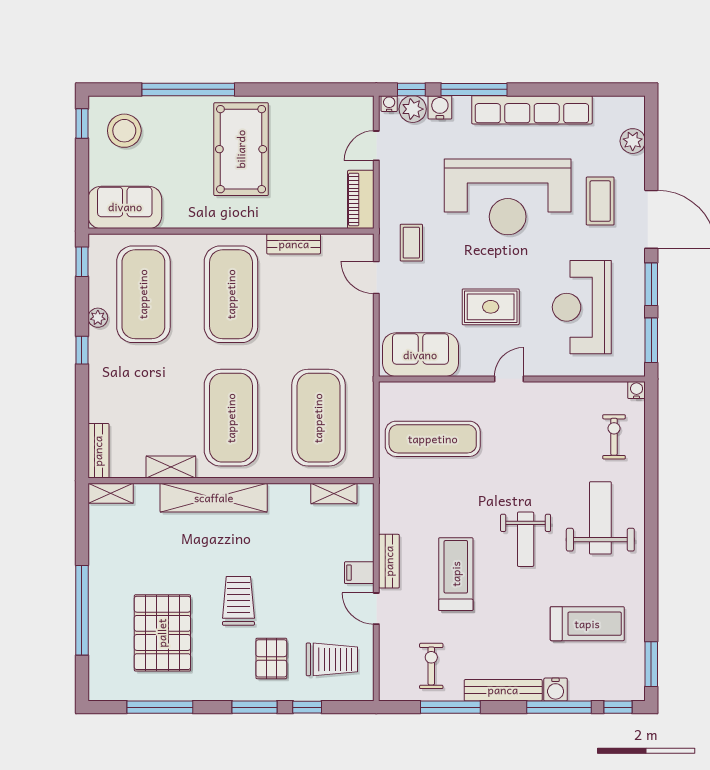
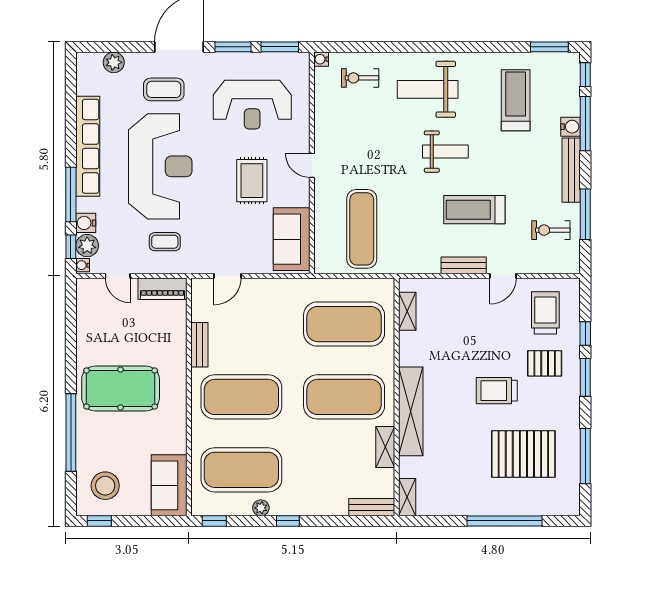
coffee table: (411, 243) -> (165, 242), moved
filing cabinet: (359, 573) -> (473, 290), removed

